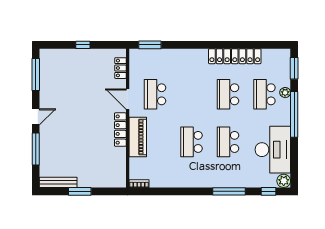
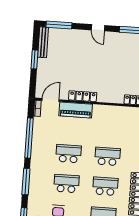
school desk: (155, 94) -> (107, 156), moved
door: (128, 99) -> (51, 100), moved
window: (36, 149) -> (59, 25), moved
window: (176, 191) -> (29, 138), added

